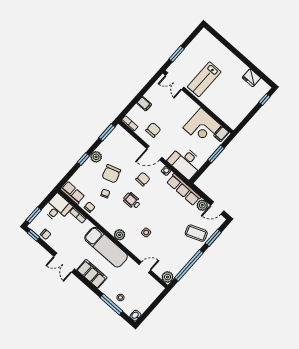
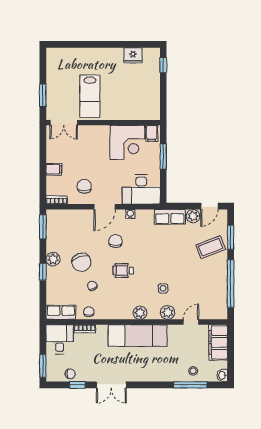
row of seats: (184, 190) -> (170, 217), width x0.68
window: (33, 235) -> (77, 385), moved
filing cabinet: (92, 274) -> (218, 342), moved, turned -90
plant: (168, 277) -> (168, 312), moved

